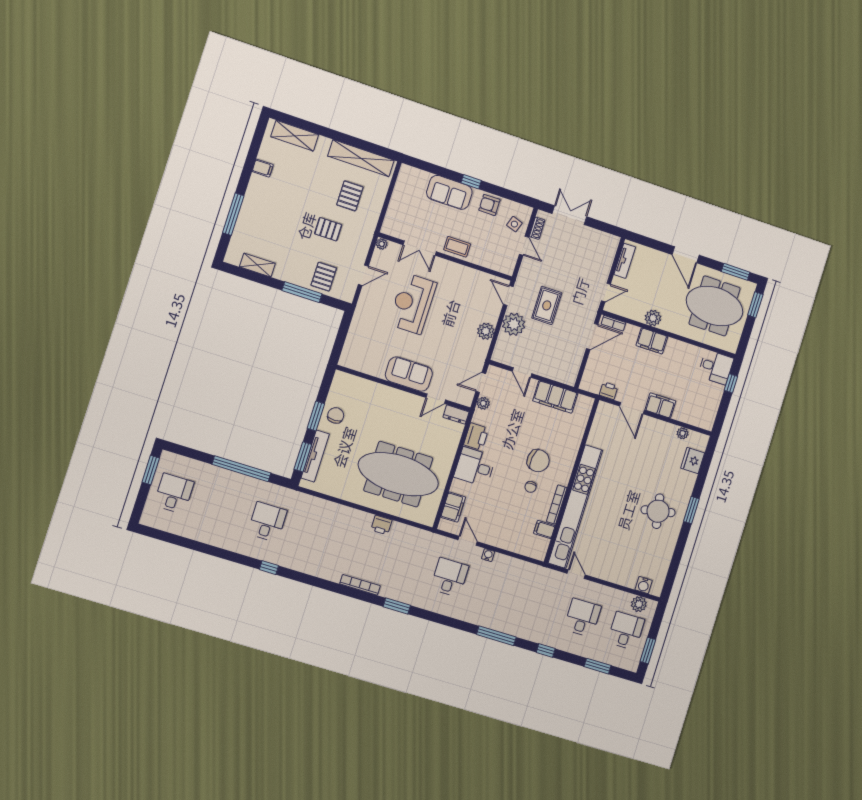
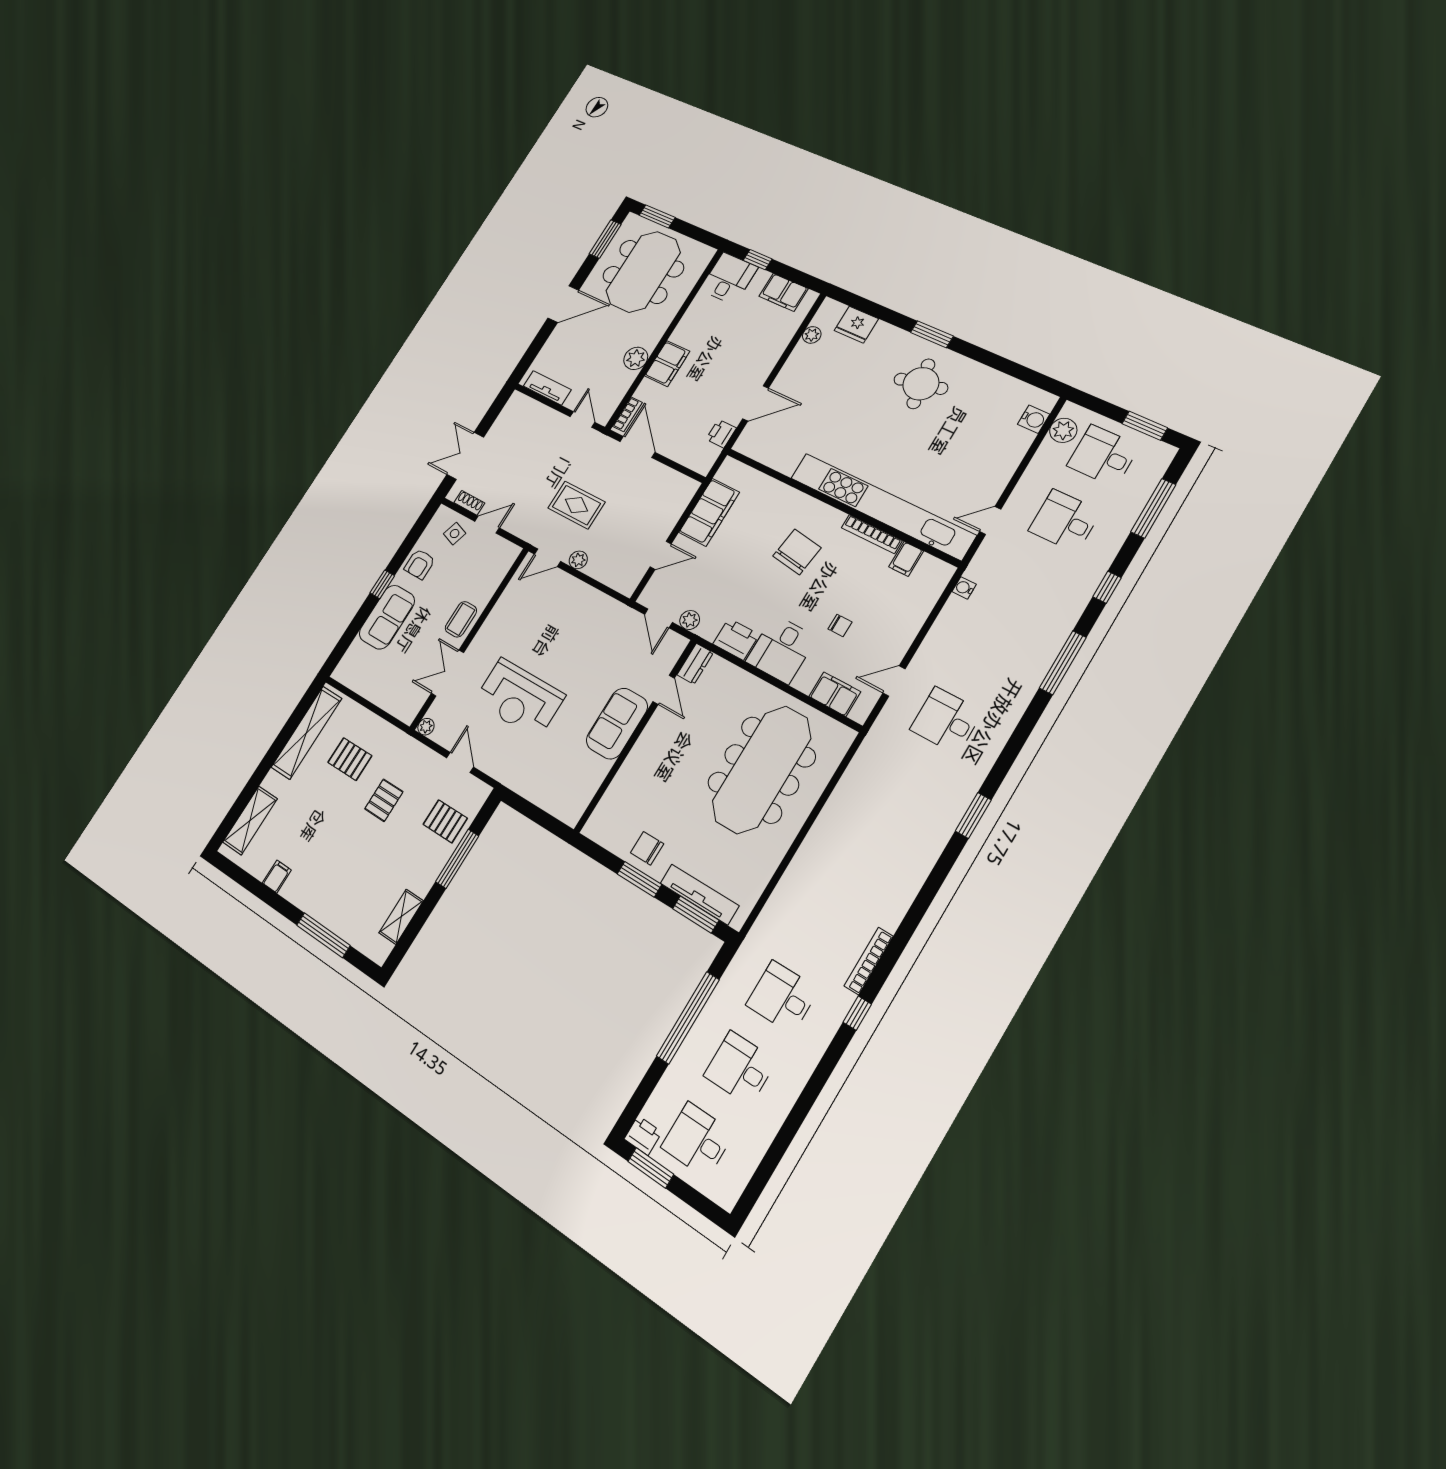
double door: (420, 248) -> (447, 673), swing flipped
plant: (514, 324) -> (578, 560), width x0.53, depth x0.53
plant: (486, 331) -> (588, 598), removed
filing cabinet: (660, 405) -> (784, 292), moved, turned -90
chair: (531, 487) -> (840, 625), moved
desk: (221, 508) -> (740, 1068), added
printer: (381, 525) -> (643, 1135), moved, turned -90
water cooler: (488, 555) -> (964, 588), moved
bookcase: (360, 585) -> (869, 961), moved
window: (598, 666) -> (1153, 508), width x1.44

